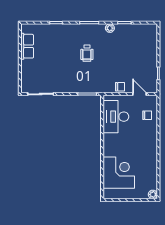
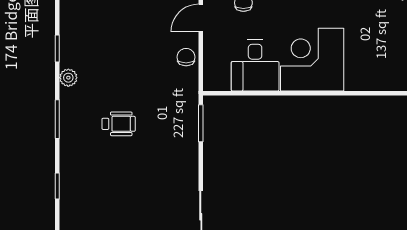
desk: (116, 117) -> (255, 66), width x0.73
corner desk: (119, 173) -> (312, 60), moved

